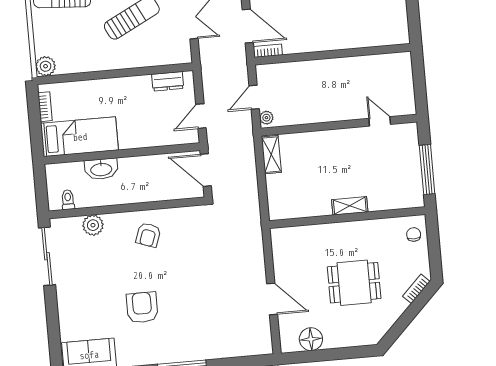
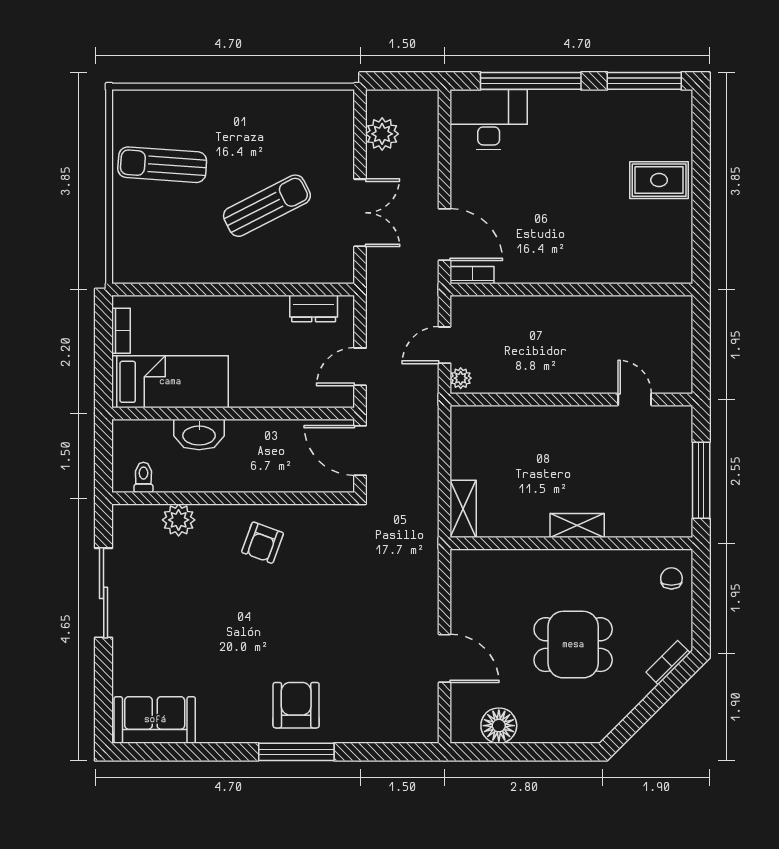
plant: (46, 66) -> (127, 269), removed
shelving: (271, 155) -> (463, 509), moved
sliding door: (47, 256) -> (104, 593), moved
armchair: (142, 307) -> (296, 705), moved

